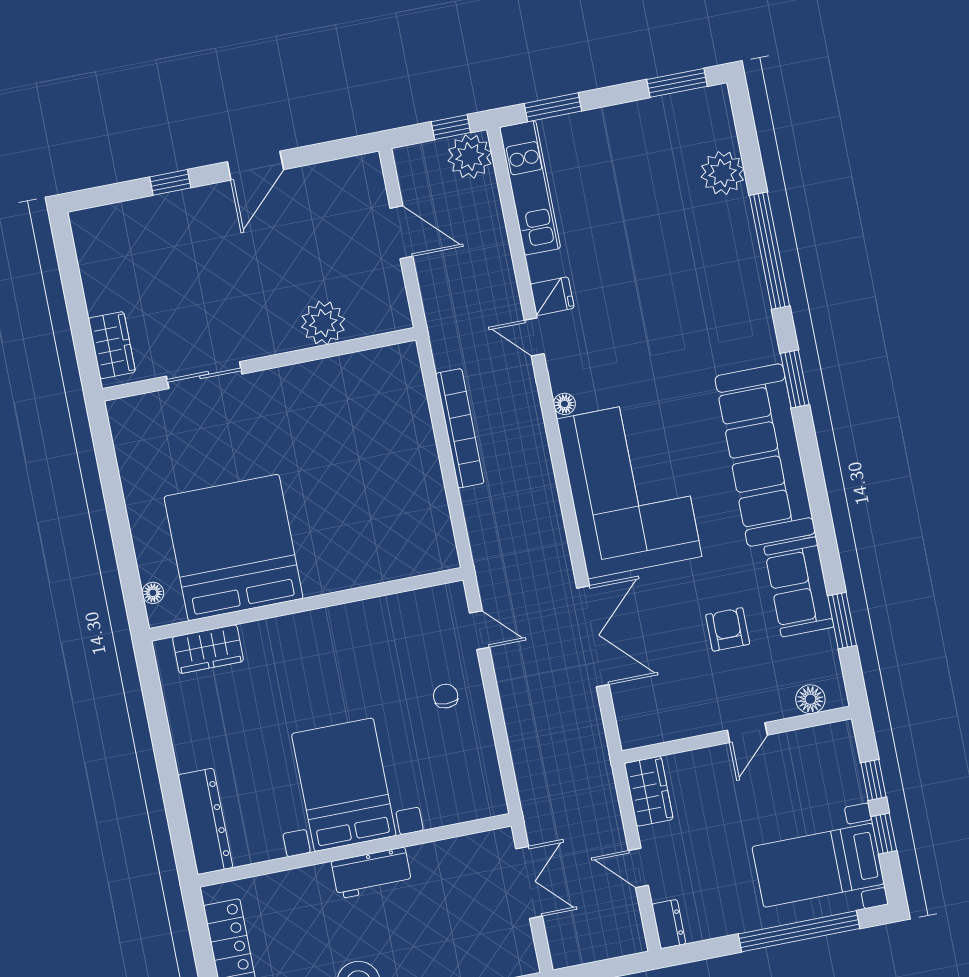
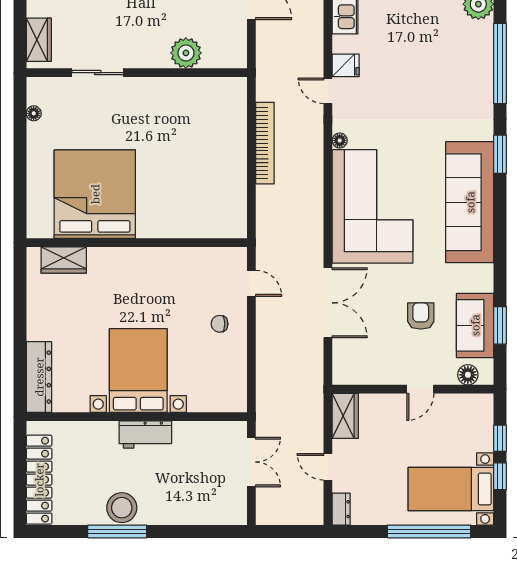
sofa: (799, 587) -> (475, 325), moved
floor lamp: (153, 593) -> (34, 113), moved
chair: (446, 696) -> (219, 324), turned -90

